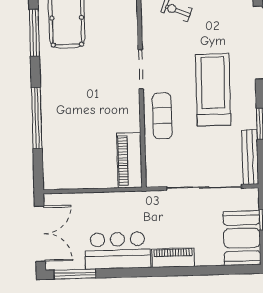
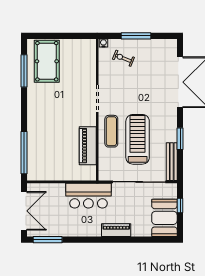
treadmill: (213, 90) -> (138, 139), moved
window: (37, 118) -> (24, 153), moved
piano: (130, 160) -> (88, 146), moved
bar counter: (118, 251) -> (88, 196), moved, turned 180

